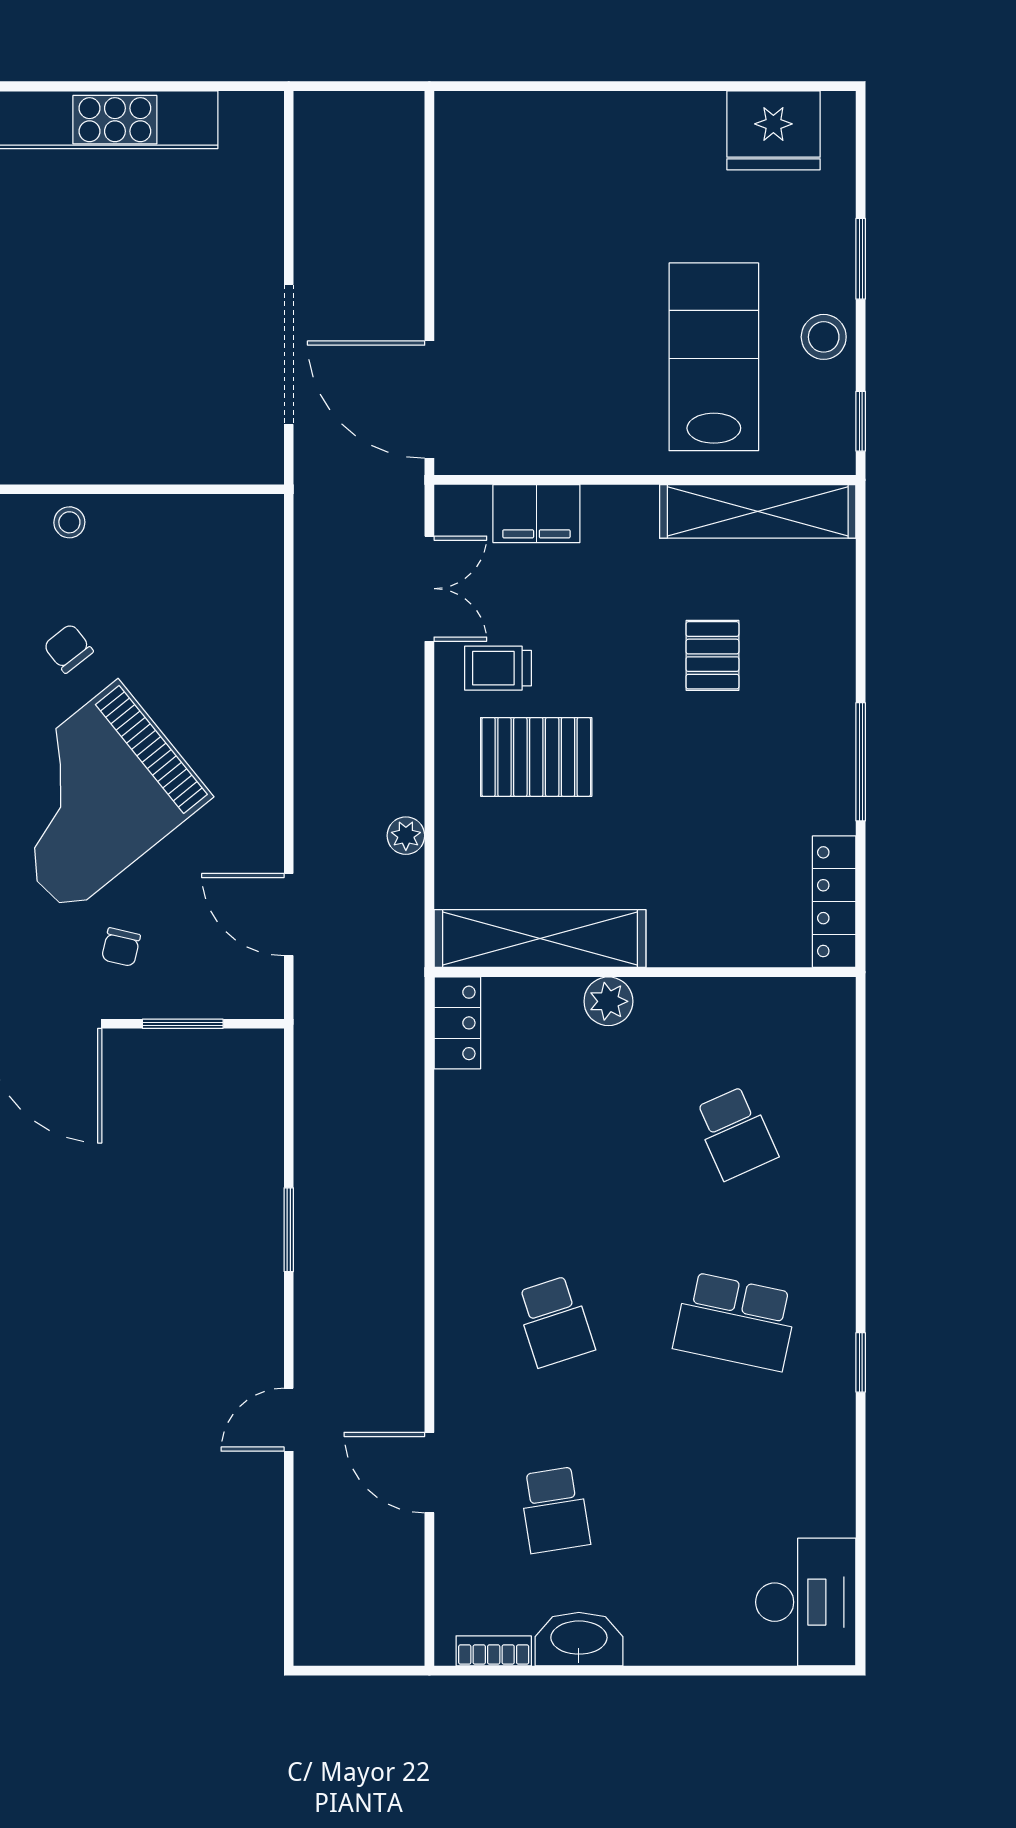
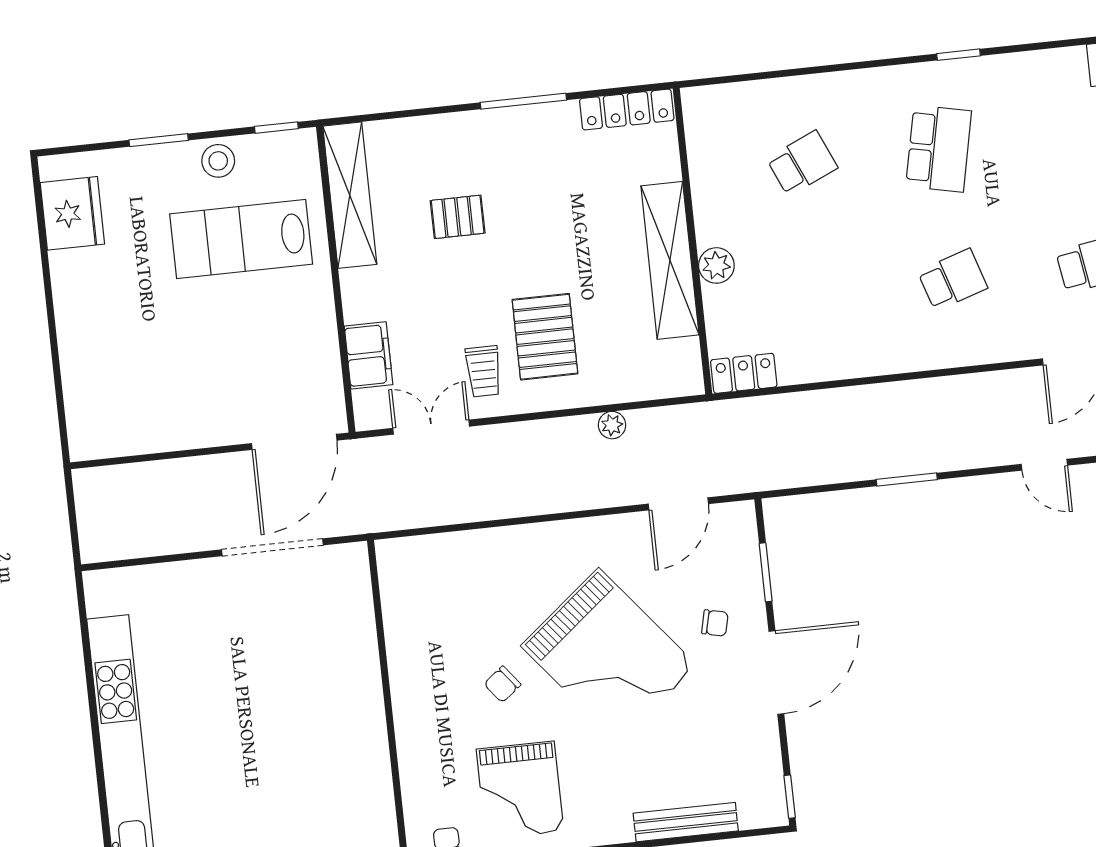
stool: (69, 522) -> (411, 693), removed
shelving: (540, 939) -> (670, 260), moved

